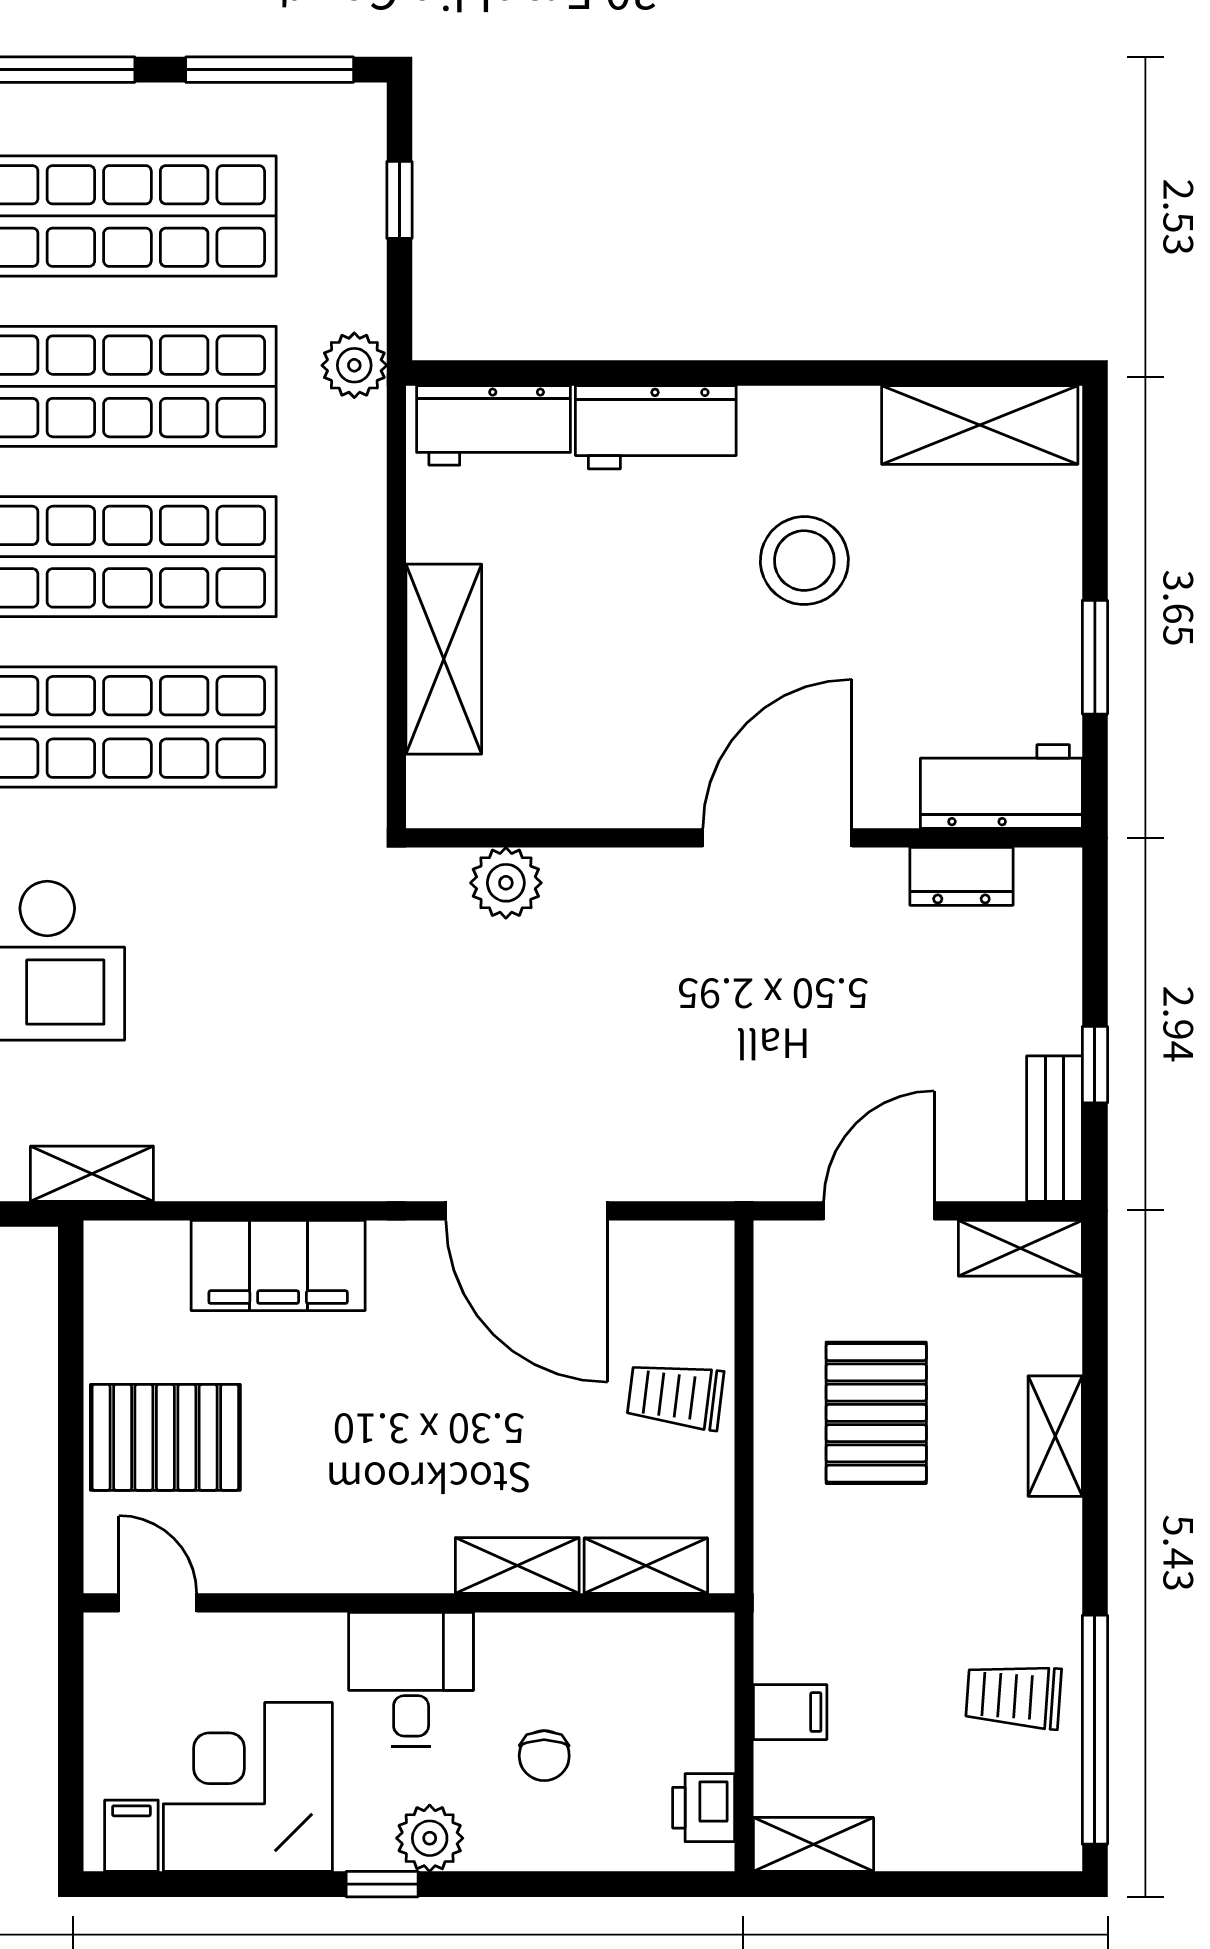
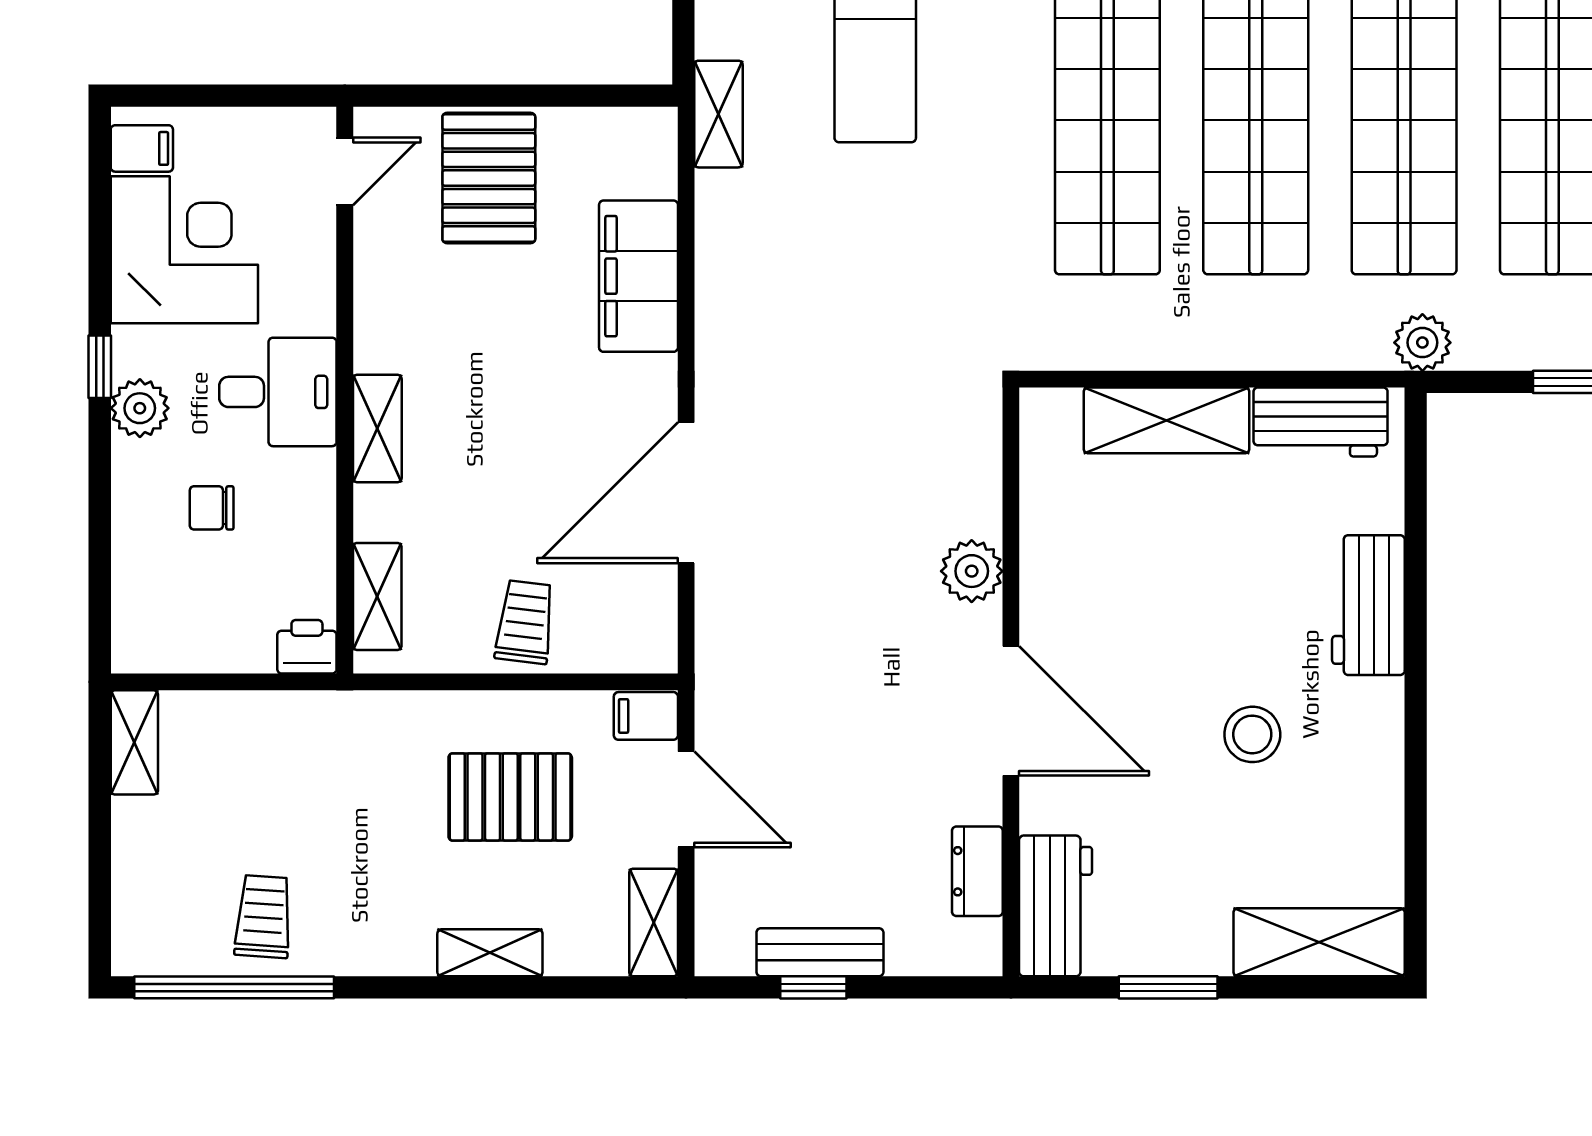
workbench: (494, 425) -> (1321, 422), moved, turned -90
shelving: (980, 425) -> (1319, 942), moved, turned 90
stool: (804, 561) -> (1252, 734), width x0.73, depth x0.73
plant: (506, 883) -> (972, 571), moved
bench: (1054, 1129) -> (820, 952), moved
shelving: (517, 1565) -> (377, 429), moved
filing cabinet: (790, 1712) -> (646, 716), moved, turned 90
printer: (704, 1808) -> (307, 647), moved

